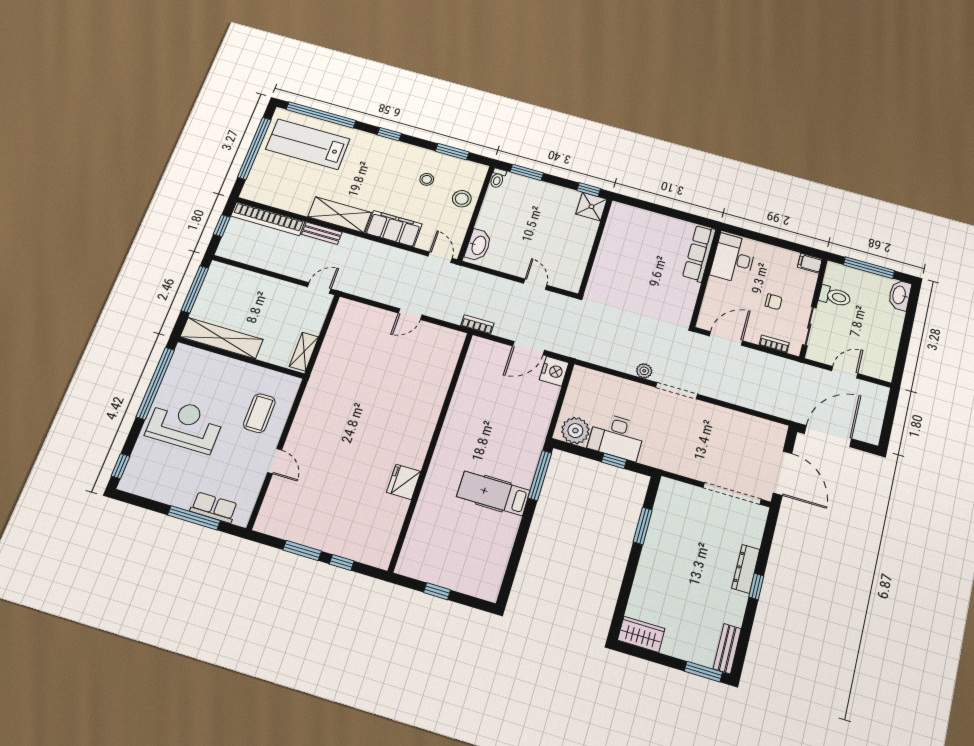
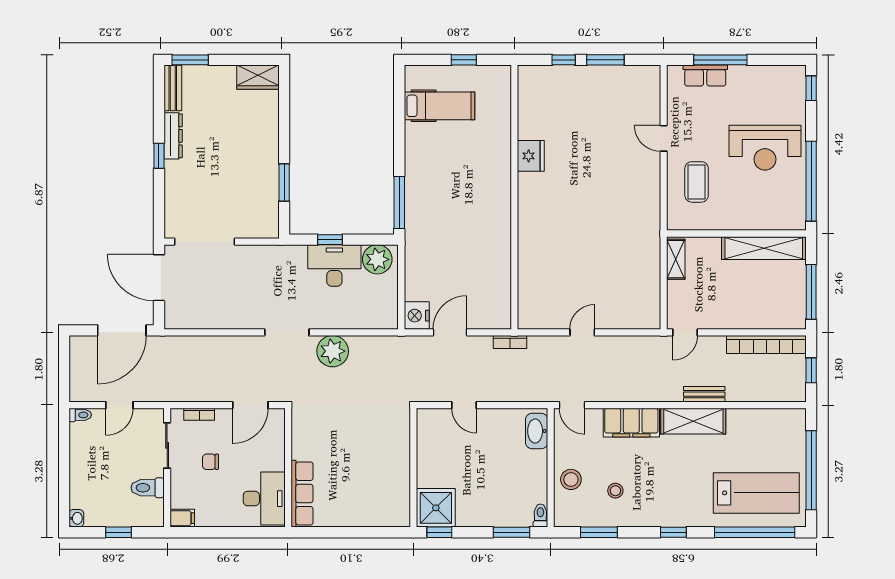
shower: (591, 207) -> (436, 508), width x1.36, depth x1.36
bookcase: (268, 219) -> (766, 344), moved, turned 180
window: (869, 268) -> (118, 532), width x0.46
washbasin: (900, 295) -> (76, 518), width x0.52, depth x0.69
plant: (644, 371) -> (333, 351), width x1.87, depth x1.87
toilet: (882, 374) -> (80, 415), added
hospital bed: (493, 493) -> (439, 106), moved
dresser: (746, 569) -> (173, 136), moved

